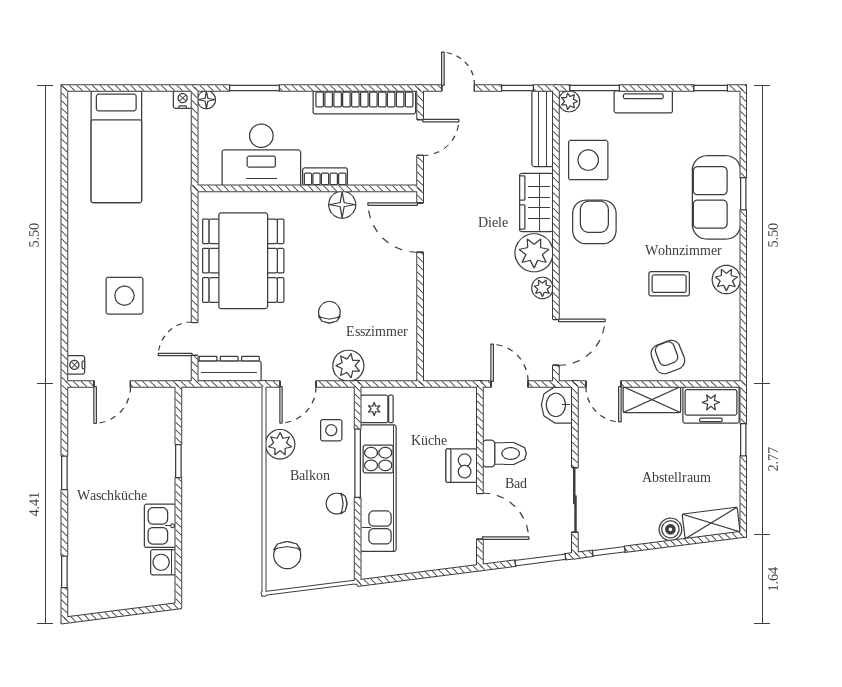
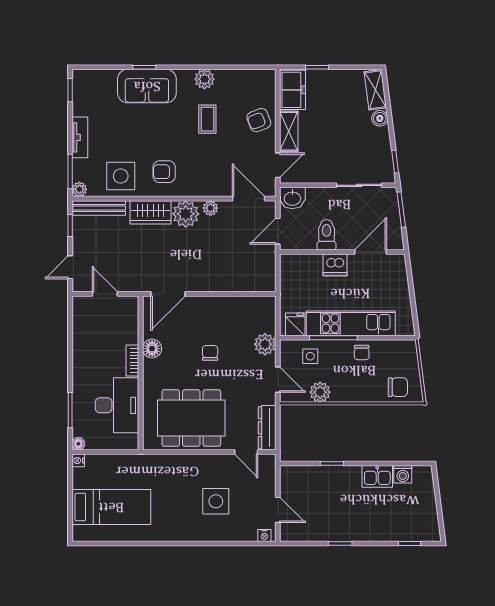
bookcase: (364, 102) -> (80, 333), removed
armchair: (594, 222) -> (164, 172), width x0.72, depth x0.72
chair: (329, 312) -> (210, 353), moved, turned 90

